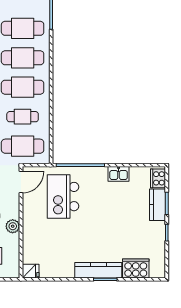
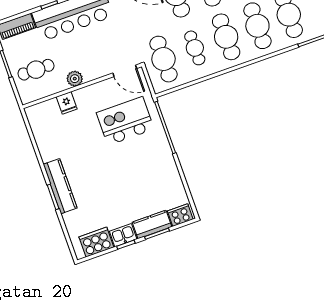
kitchen sink: (119, 174) -> (123, 235), moved, turned 90
cooker: (136, 268) -> (96, 242), moved, turned -90
fridge: (31, 271) -> (67, 103), moved

